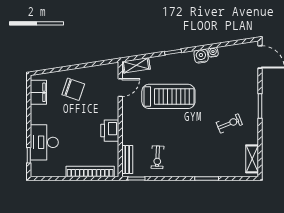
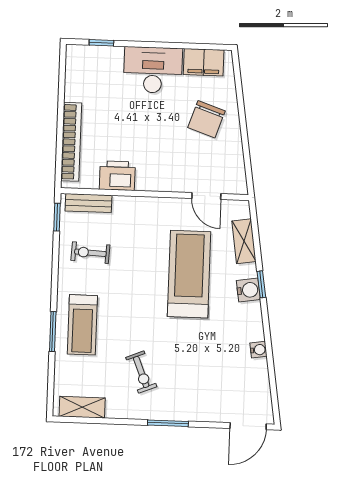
water cooler: (201, 56) -> (248, 290), moved
shelving: (136, 65) -> (244, 241), moved
treadmill: (168, 96) -> (189, 274), turned 180
printer: (110, 131) -> (117, 176), moved
desk: (44, 142) -> (153, 70), moved
treadmill: (202, 161) -> (82, 325), added

